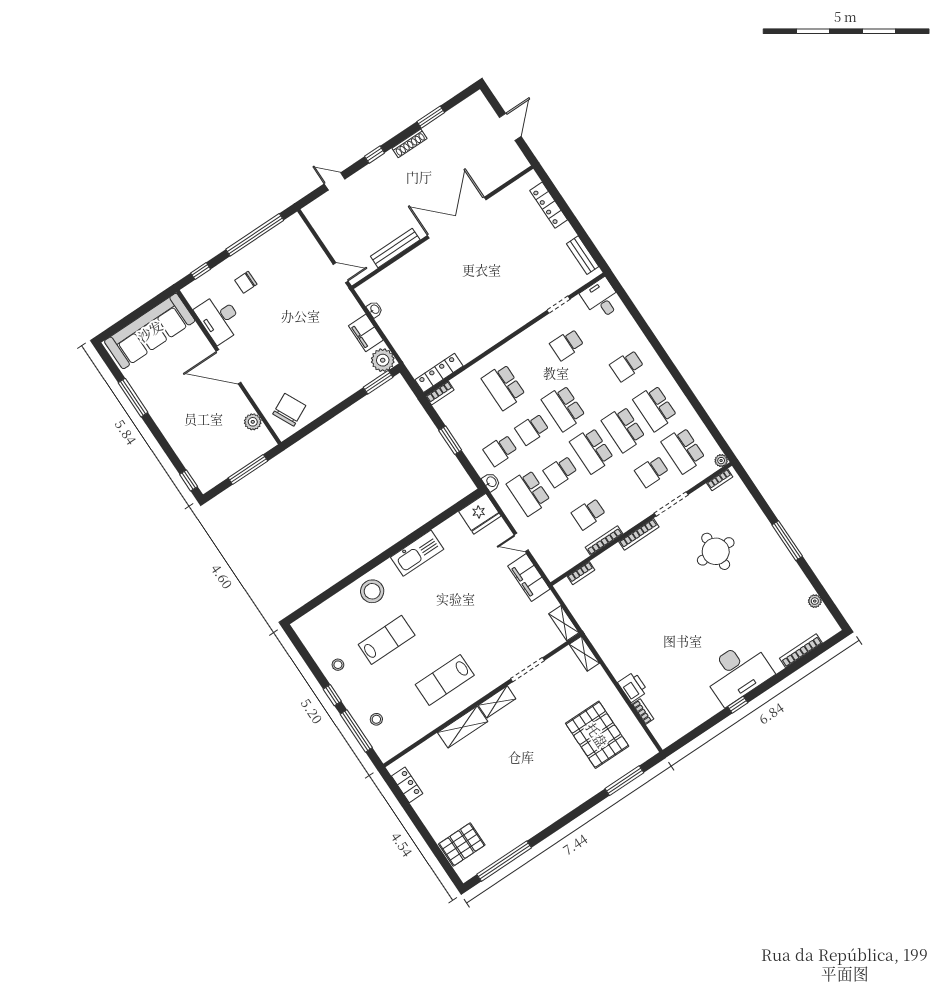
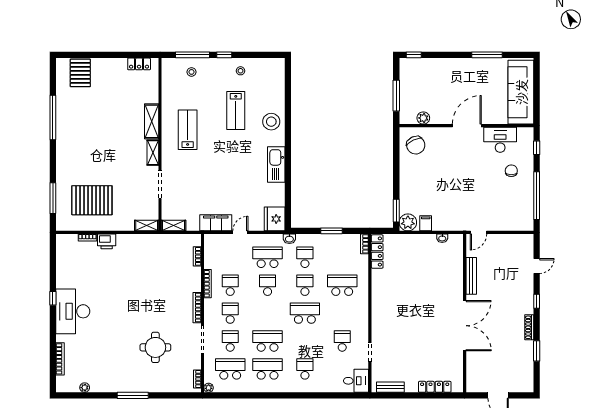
filing cabinet: (366, 333) -> (426, 223), width x0.50
school desk: (592, 450) -> (230, 313), moved, width x0.54
window: (504, 861) -> (53, 118), moved

